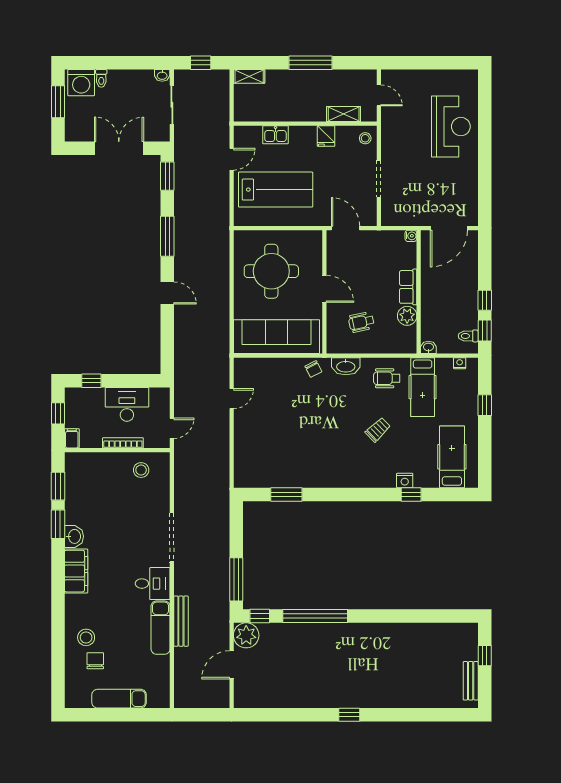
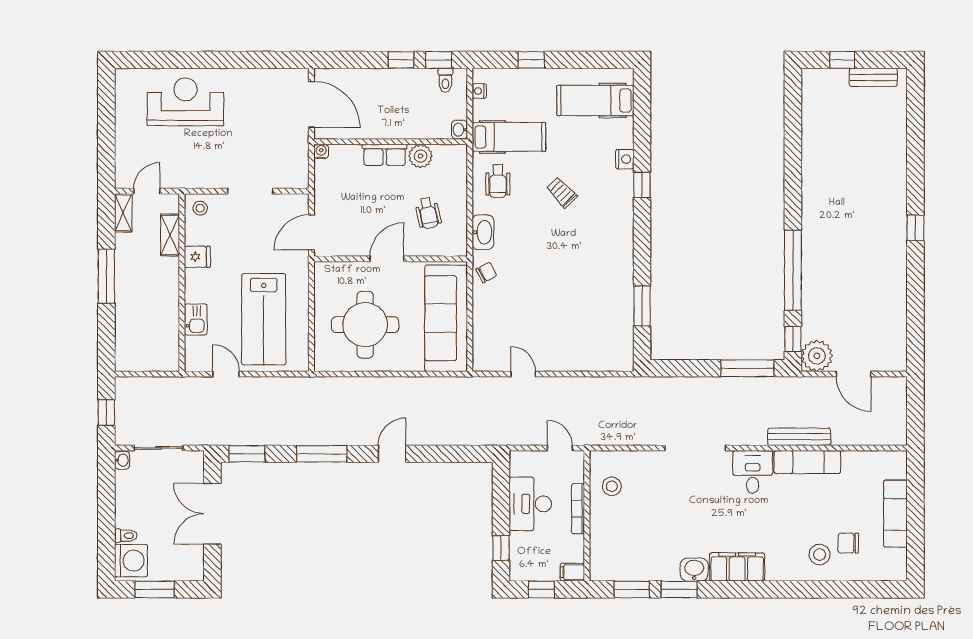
shelving: (249, 76) -> (123, 213), moved
lab bench: (276, 190) -> (264, 319), turned 180
window: (411, 494) -> (642, 185), moved

